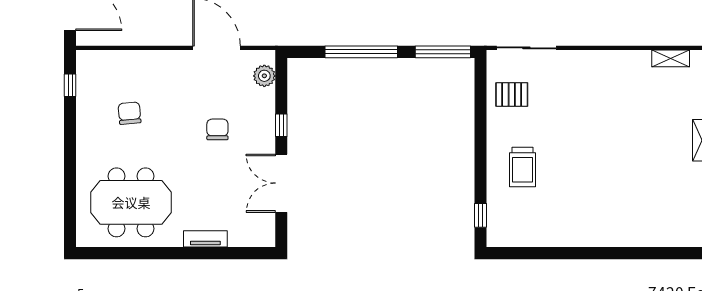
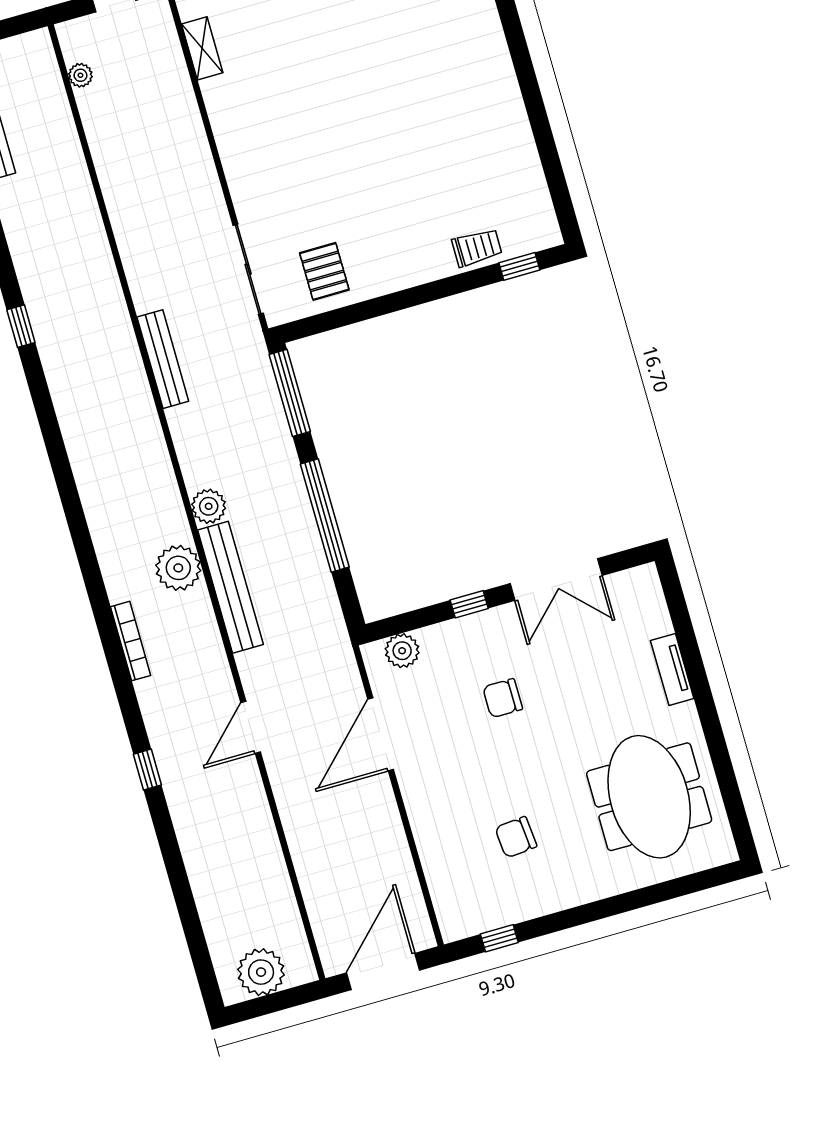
trolley: (522, 167) -> (477, 248), moved, width x0.73, depth x0.72

